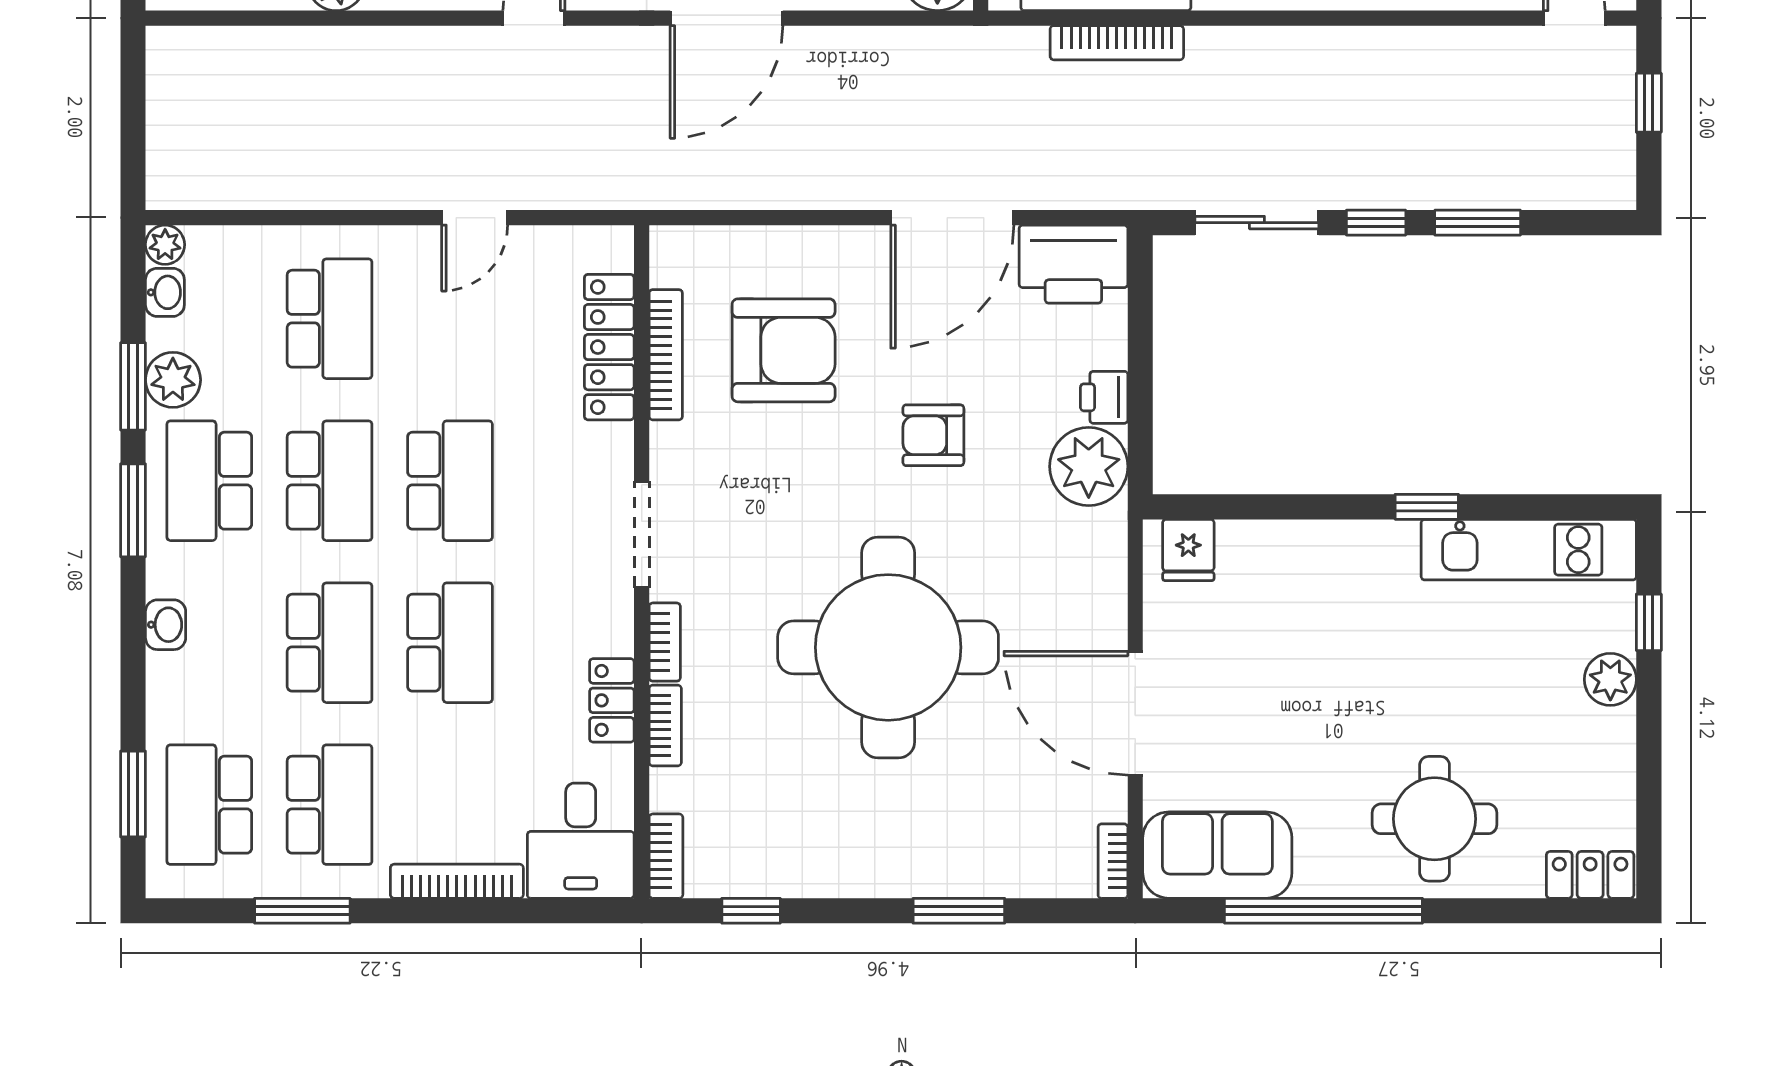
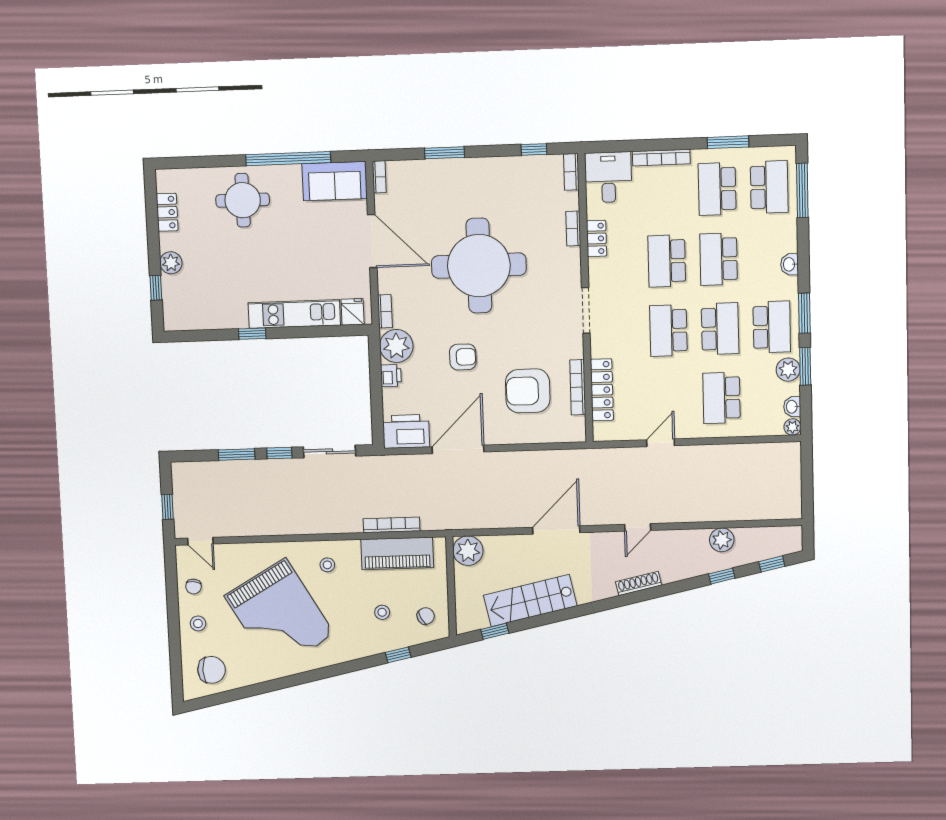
school desk: (330, 481) -> (720, 329), turned 180
kitchen unit: (1529, 550) -> (294, 314), moved
bookcase: (665, 642) -> (385, 311), moved, turned 180
window: (133, 794) -> (802, 190), width x1.44
locker: (1590, 875) -> (167, 212), moved, turned -90

